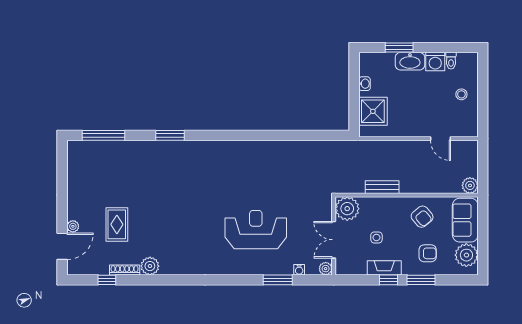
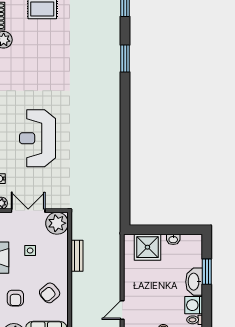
reception desk: (256, 230) -> (38, 138), turned 180

